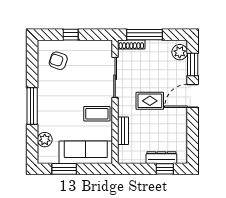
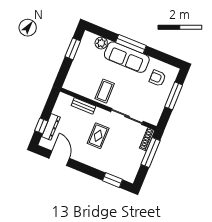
window: (71, 35) -> (174, 96), width x2.17
plant: (180, 52) -> (126, 174), removed
armchair: (58, 61) -> (157, 78), turned -109
door: (193, 96) -> (59, 158), moved
sofa: (86, 152) -> (127, 57), moved, turned 90

